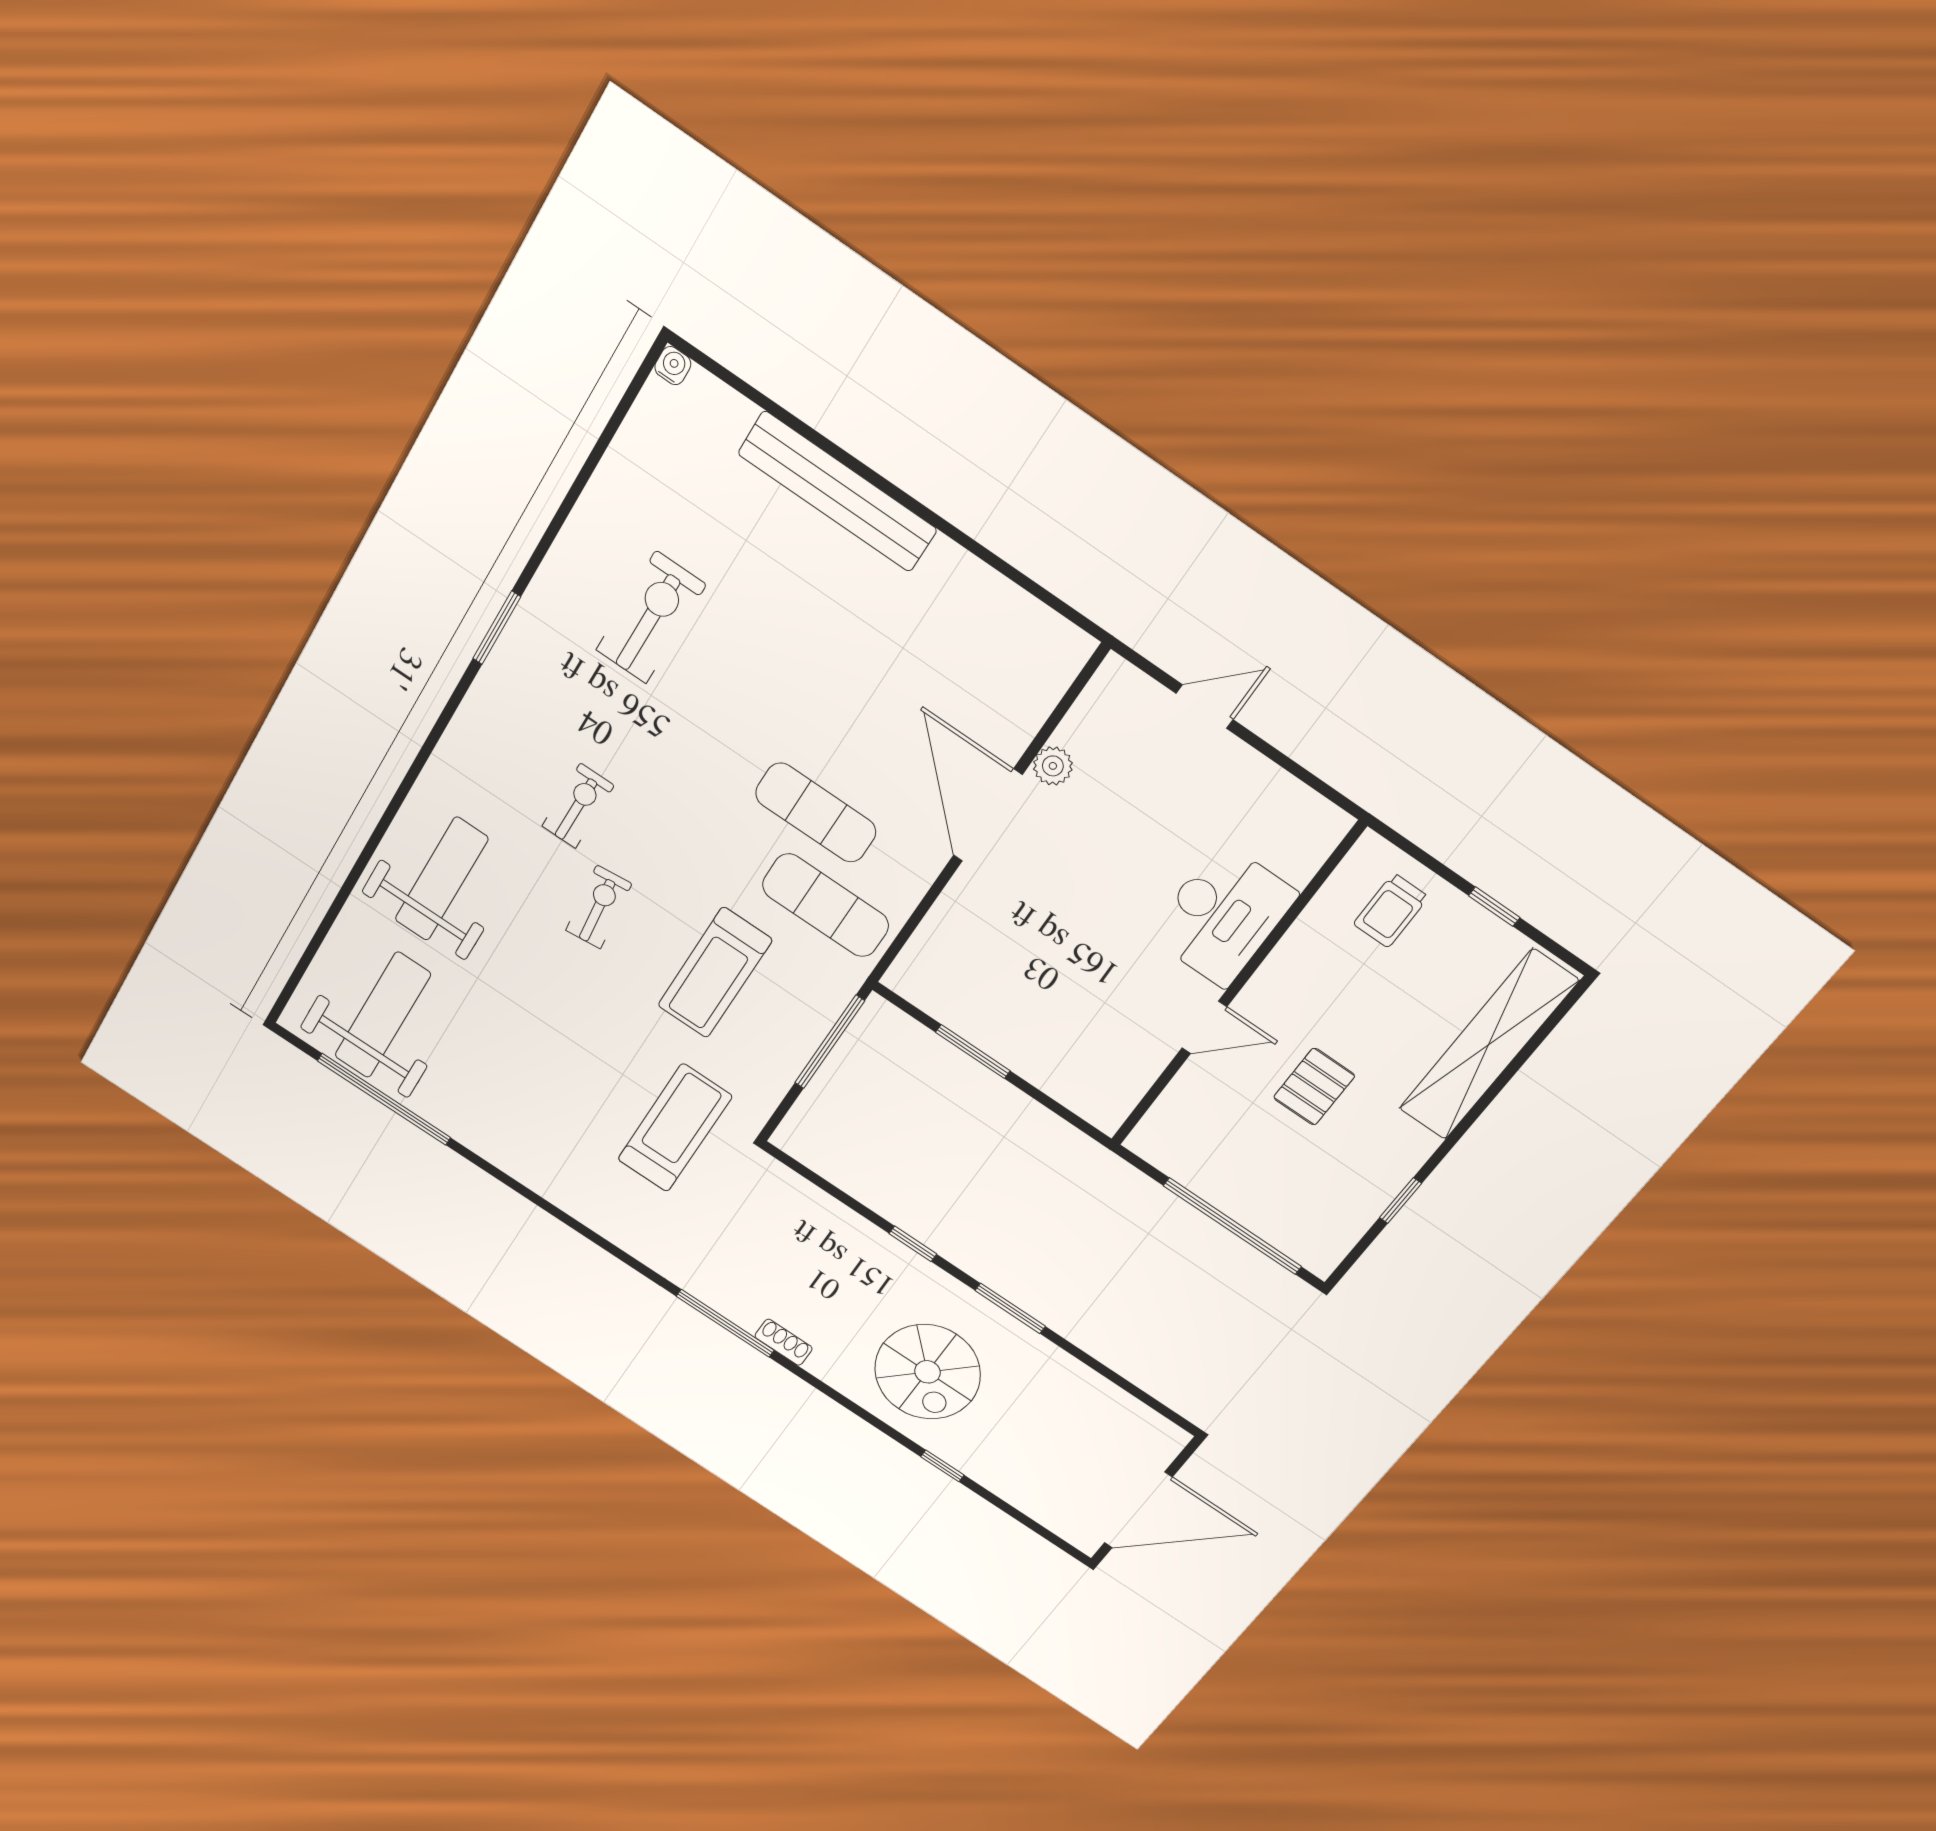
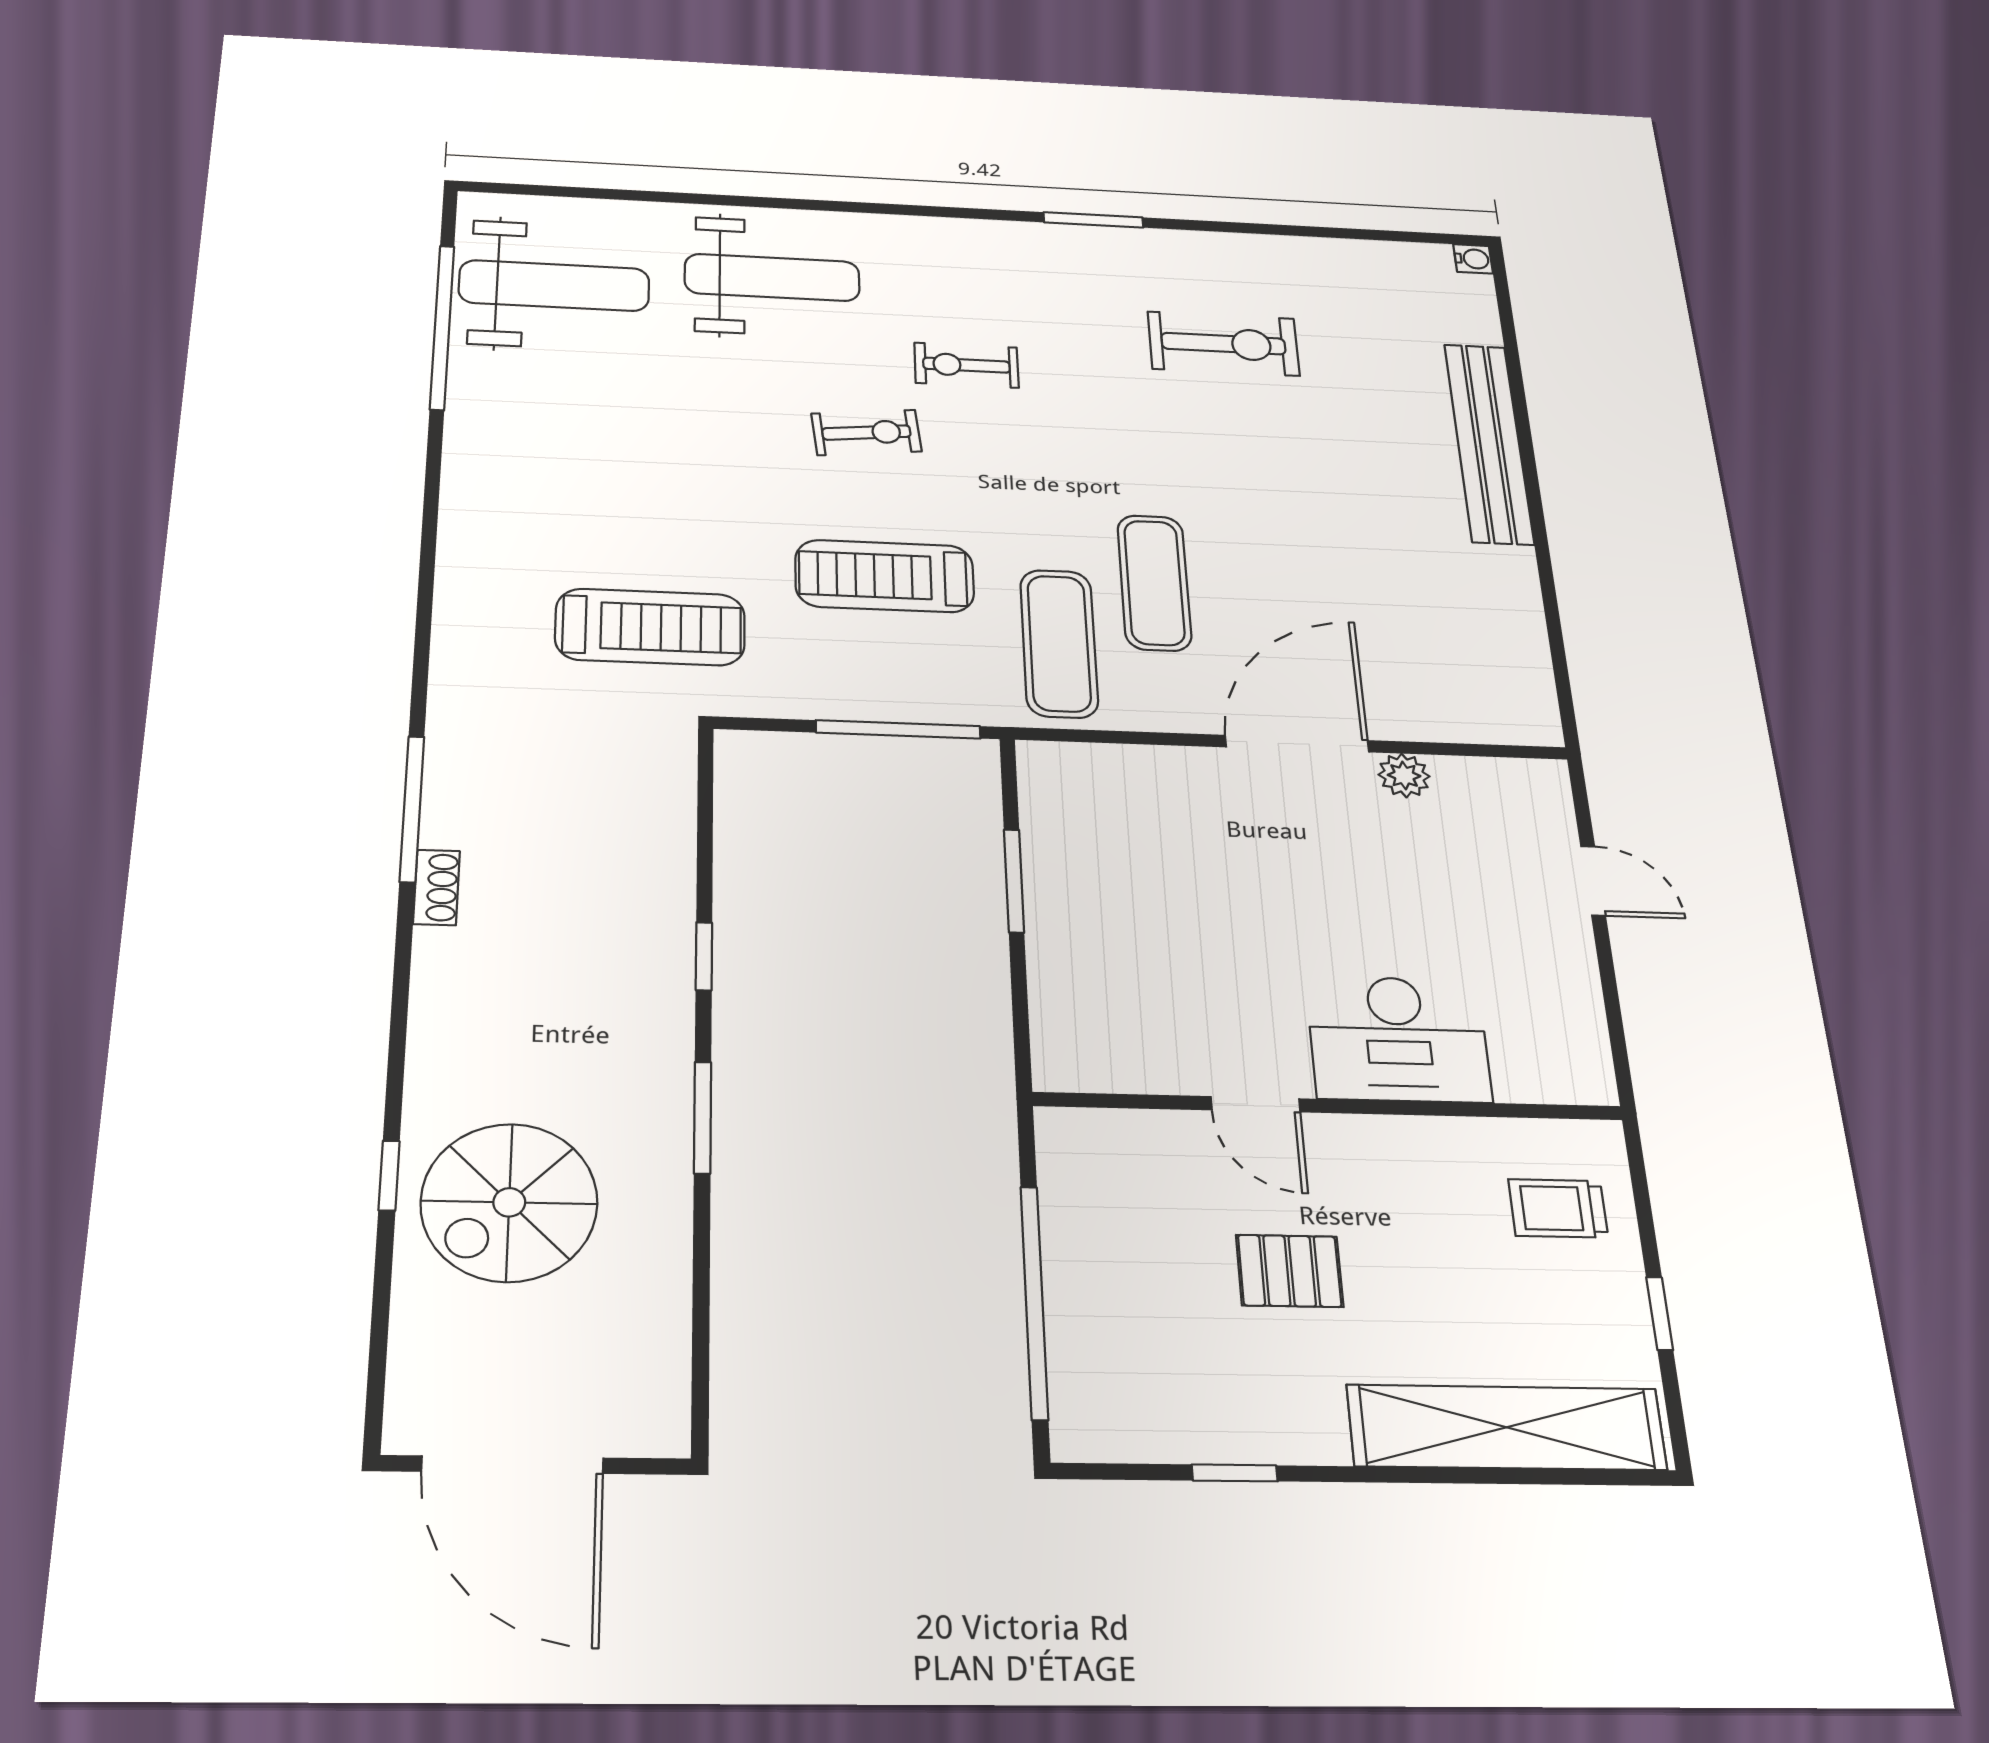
exercise bike: (578, 806) -> (966, 365), turned 180
spiral stairs: (927, 1372) -> (509, 1202), moved

